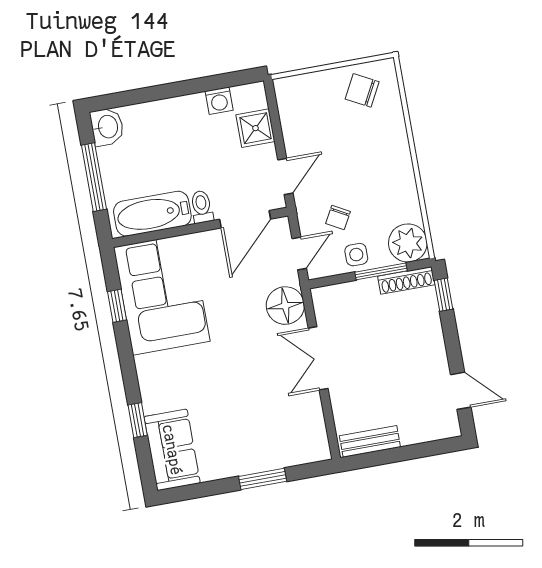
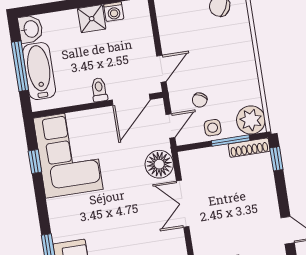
shower: (255, 128) -> (92, 19), moved
bathtub: (152, 214) -> (39, 71), moved, turned 90

